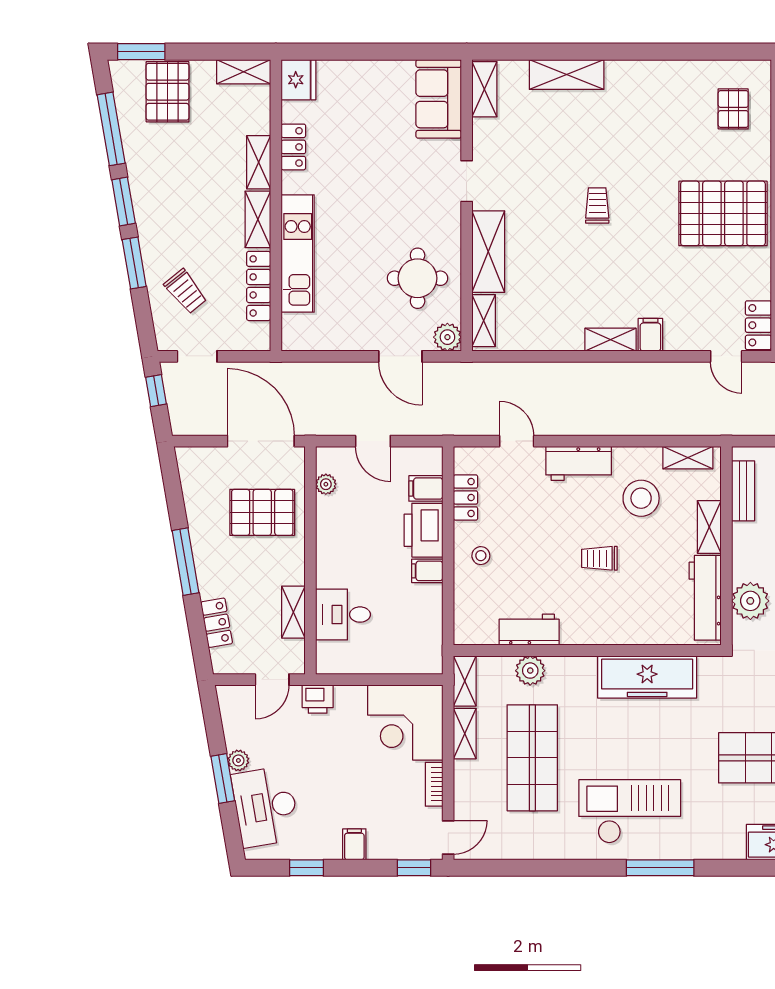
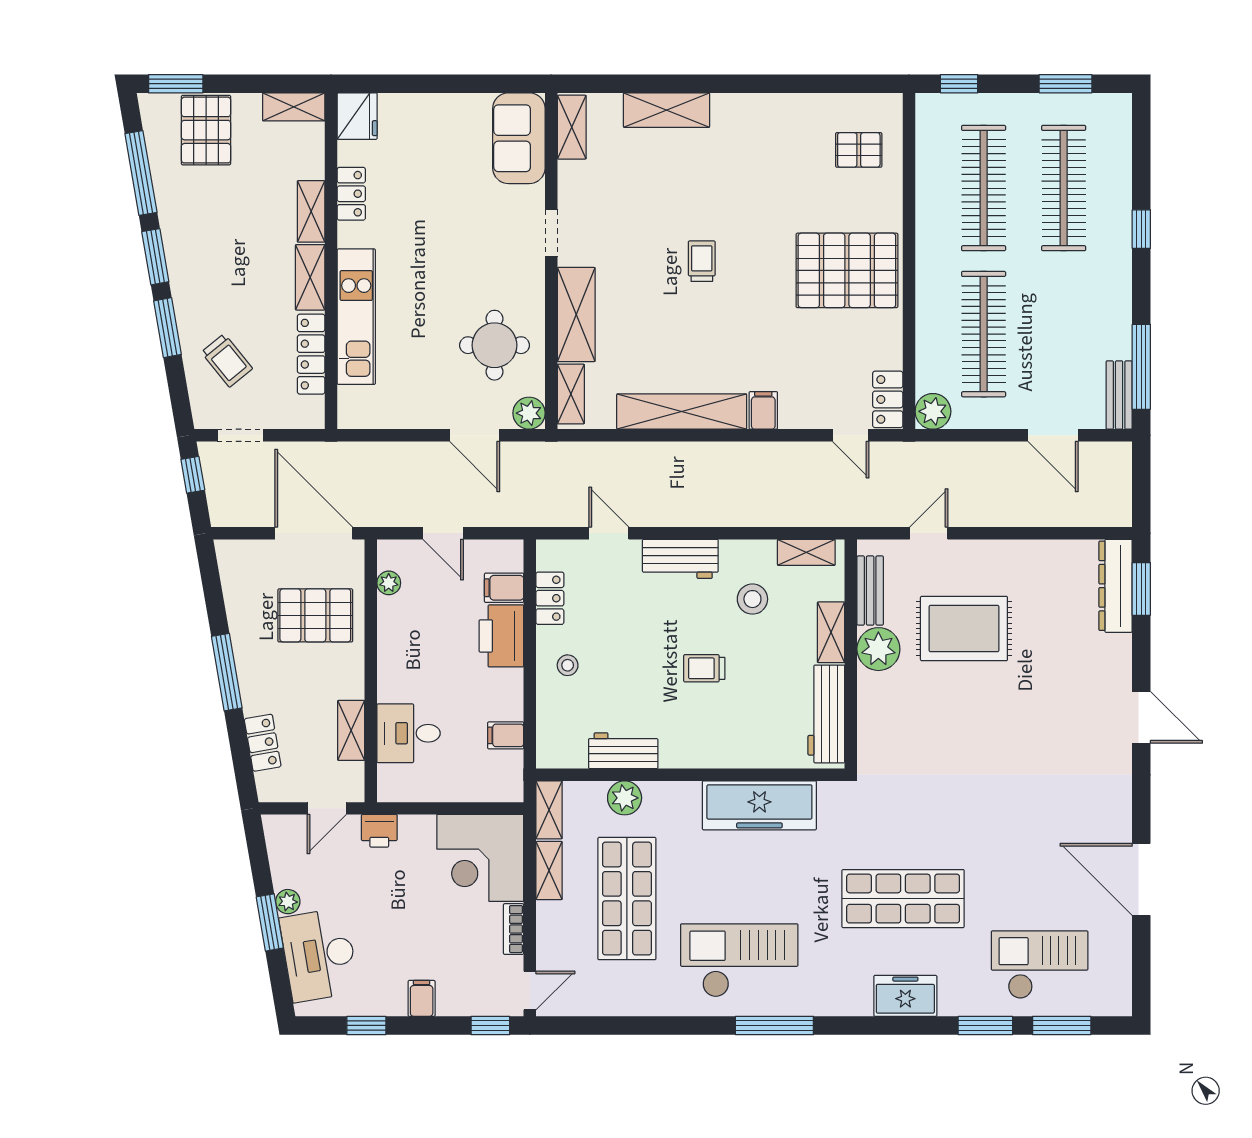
pallet: (733, 109) -> (859, 150), turned 90
shelving: (610, 340) -> (682, 412), width x2.20, depth x1.33
stool: (641, 498) -> (752, 599), width x0.73, depth x0.73
filing cabinet: (427, 571) -> (506, 735), moved
plant: (750, 601) -> (878, 649), moved

